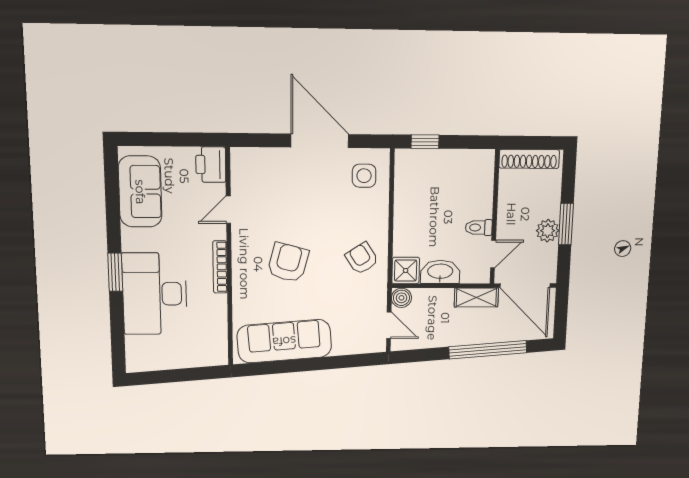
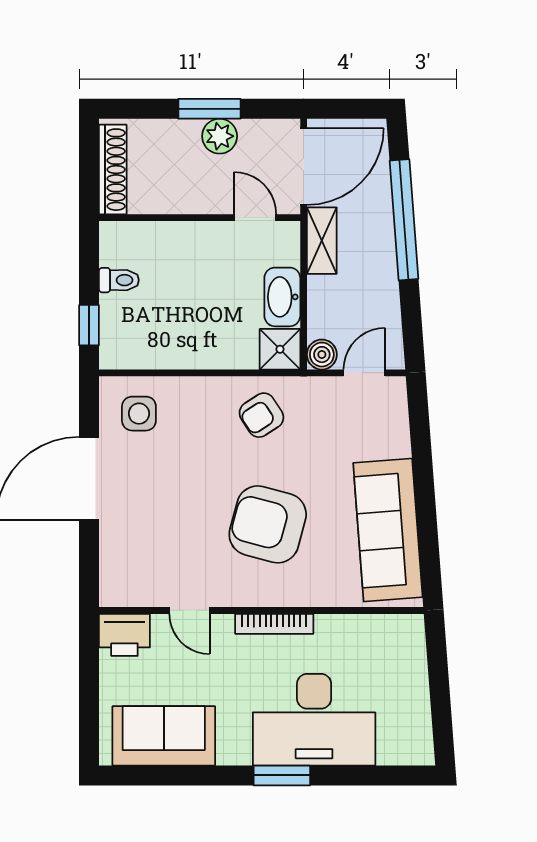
toilet: (479, 228) -> (119, 280), moved, turned -90
armchair: (288, 263) -> (268, 524), width x1.36, depth x1.36

